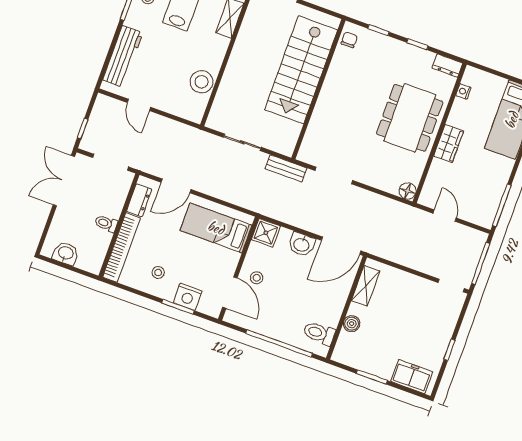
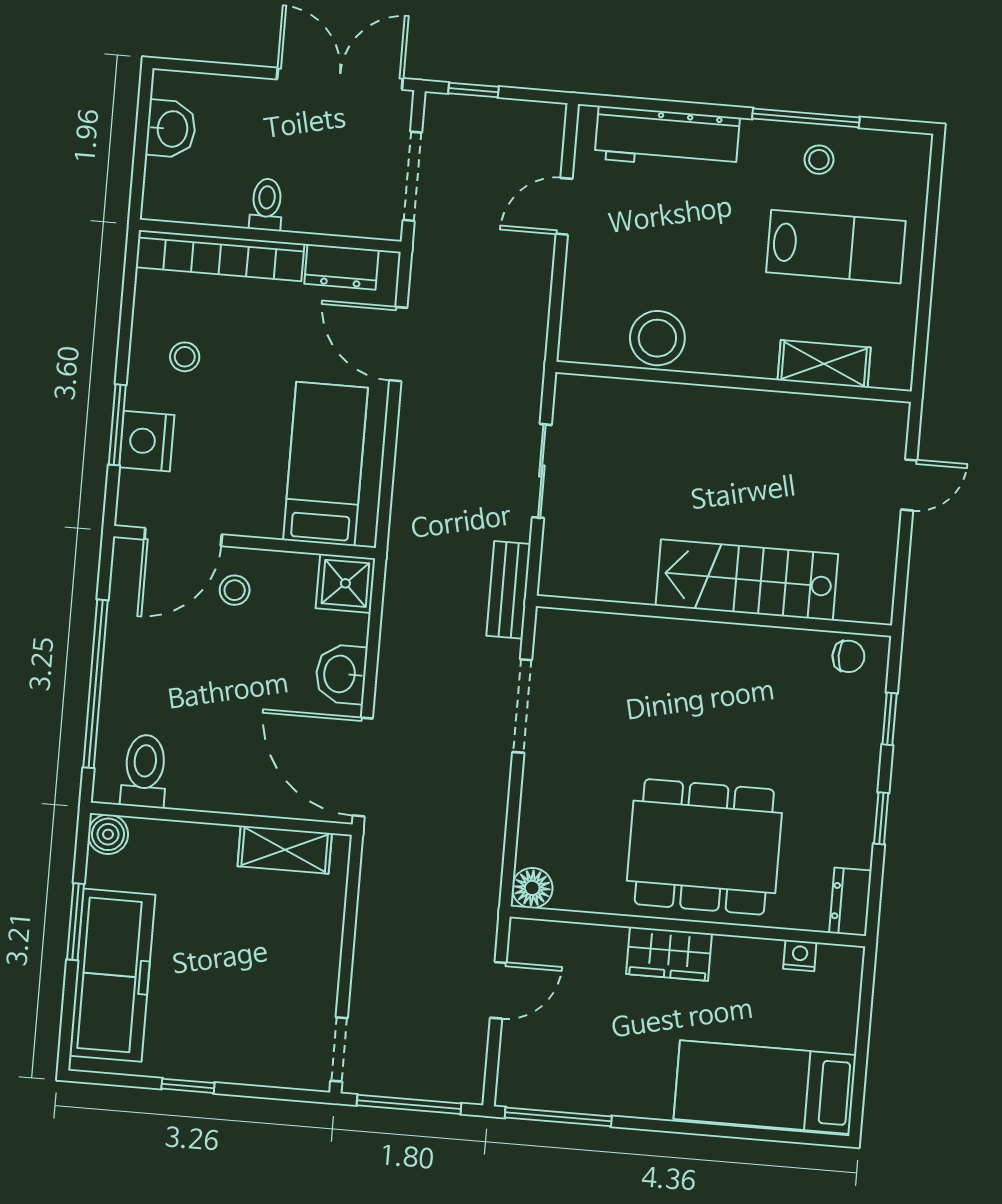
stairs: (301, 70) -> (747, 580), width x0.73, depth x0.66
boiler: (352, 324) -> (108, 834), moved
freezer: (412, 377) -> (112, 975), width x1.91, depth x1.26

